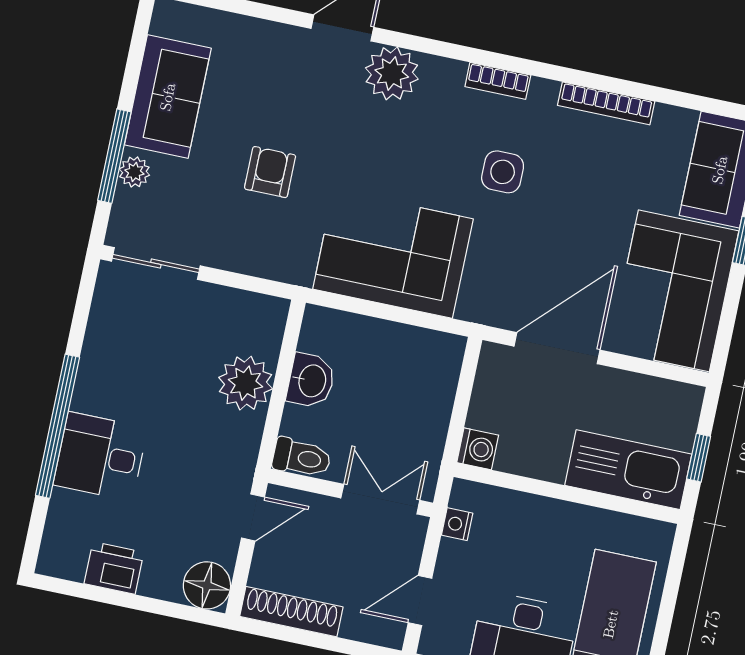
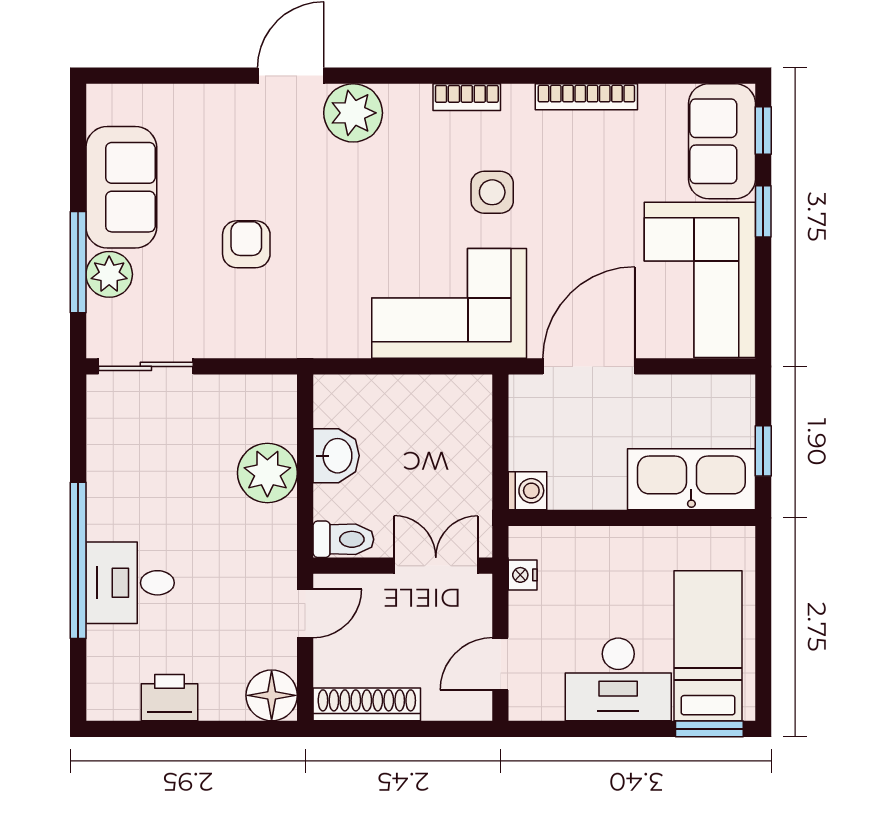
plant: (134, 172) -> (109, 274), width x1.38, depth x1.38
corner sofa: (393, 254) -> (449, 303), moved

